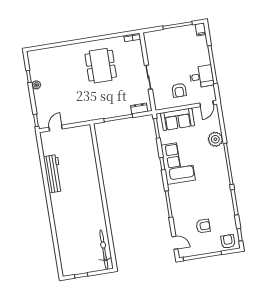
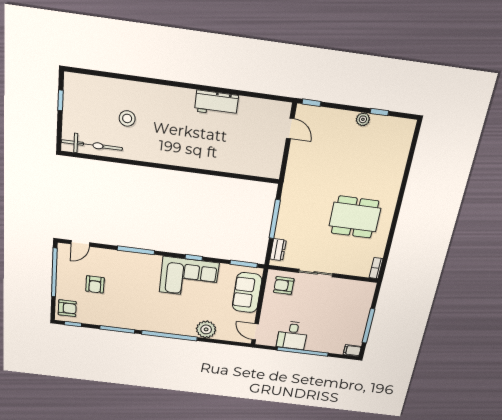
armchair: (179, 90) -> (284, 286), moved
workbench: (53, 174) -> (216, 103), width x0.73
stool: (80, 232) -> (127, 118), added

